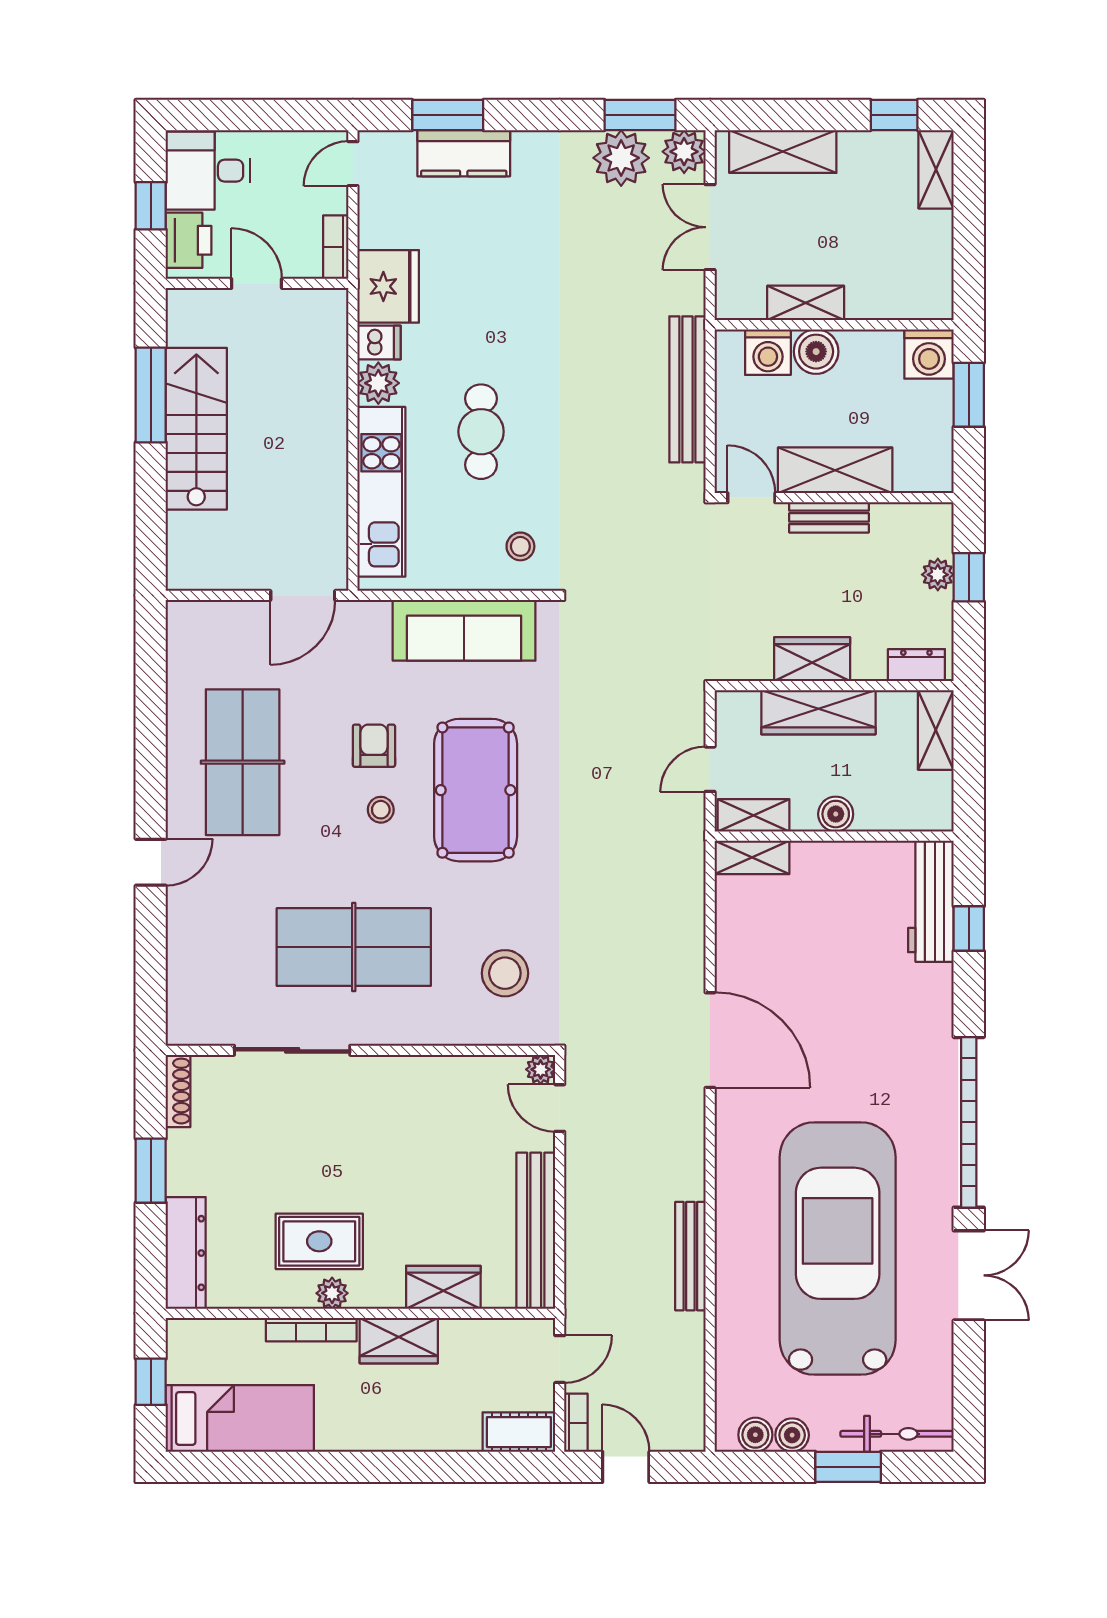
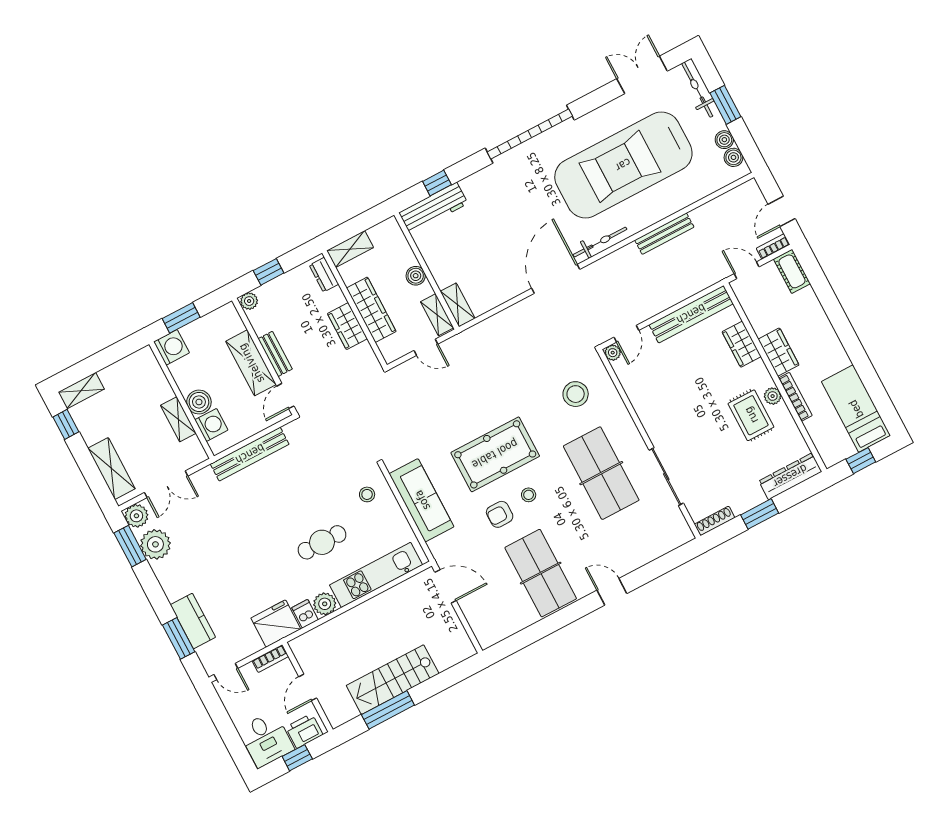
plant: (938, 575) -> (249, 301), moved
table tennis table: (243, 762) -> (541, 573), turned 90
bicycle: (732, 1144) -> (600, 242), added
double door: (969, 1275) -> (642, 75), moved

